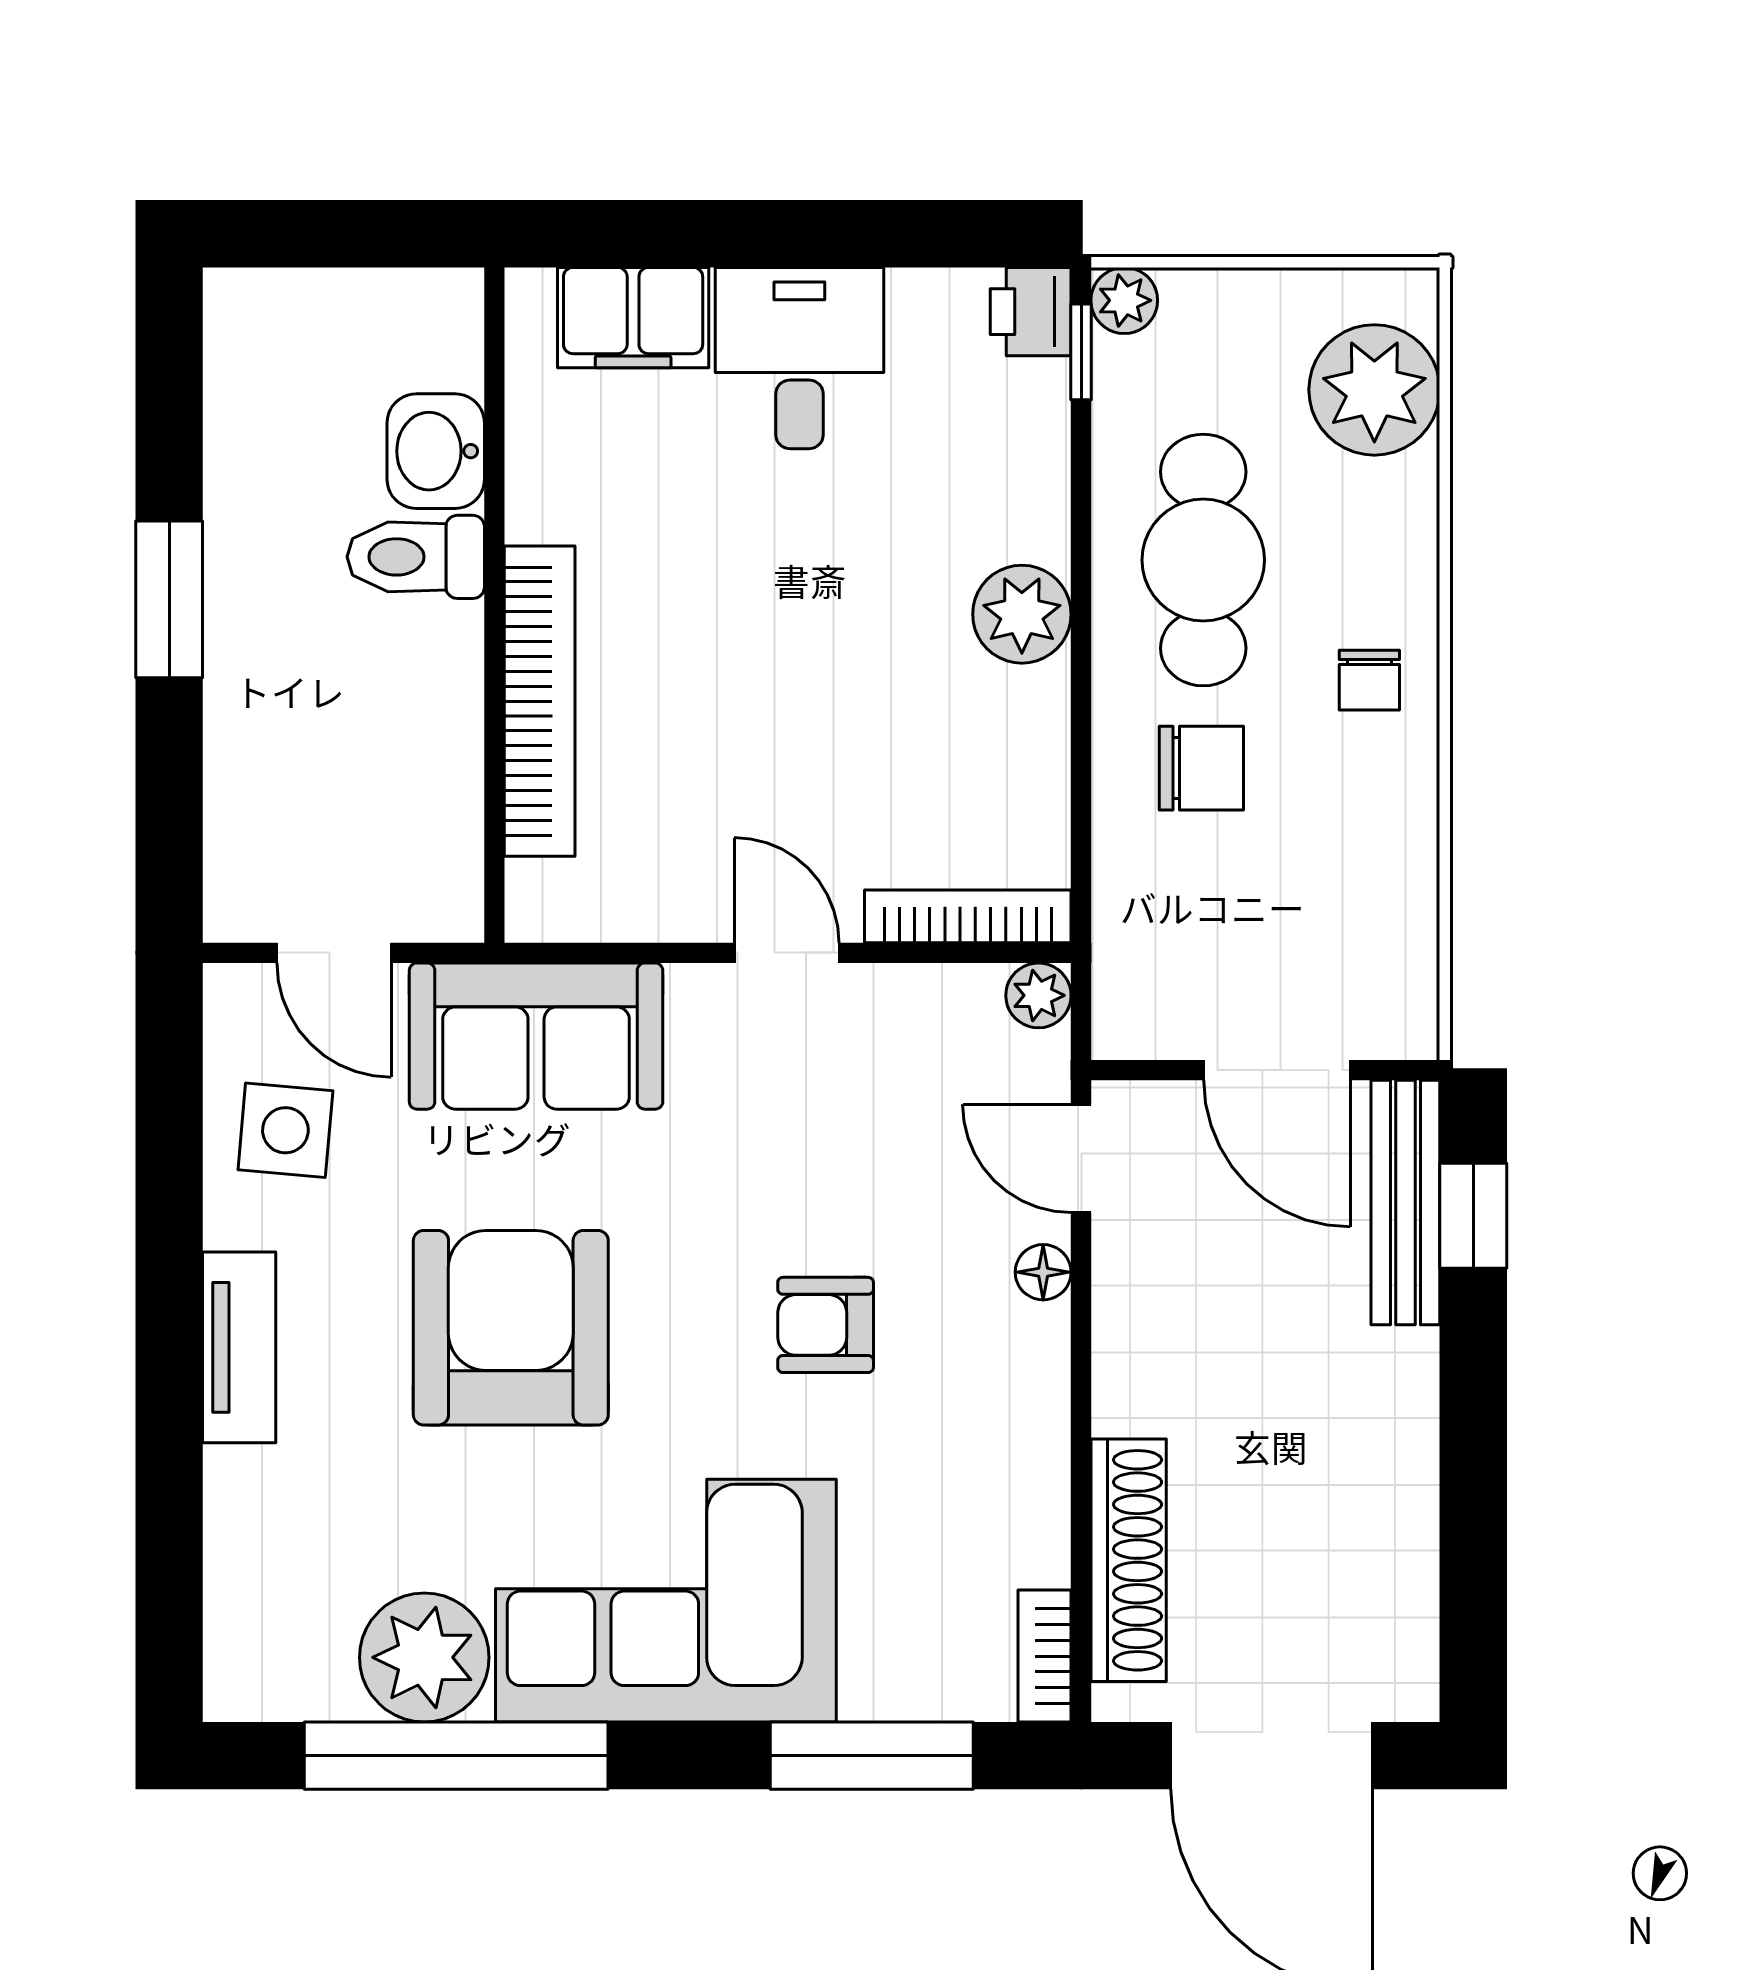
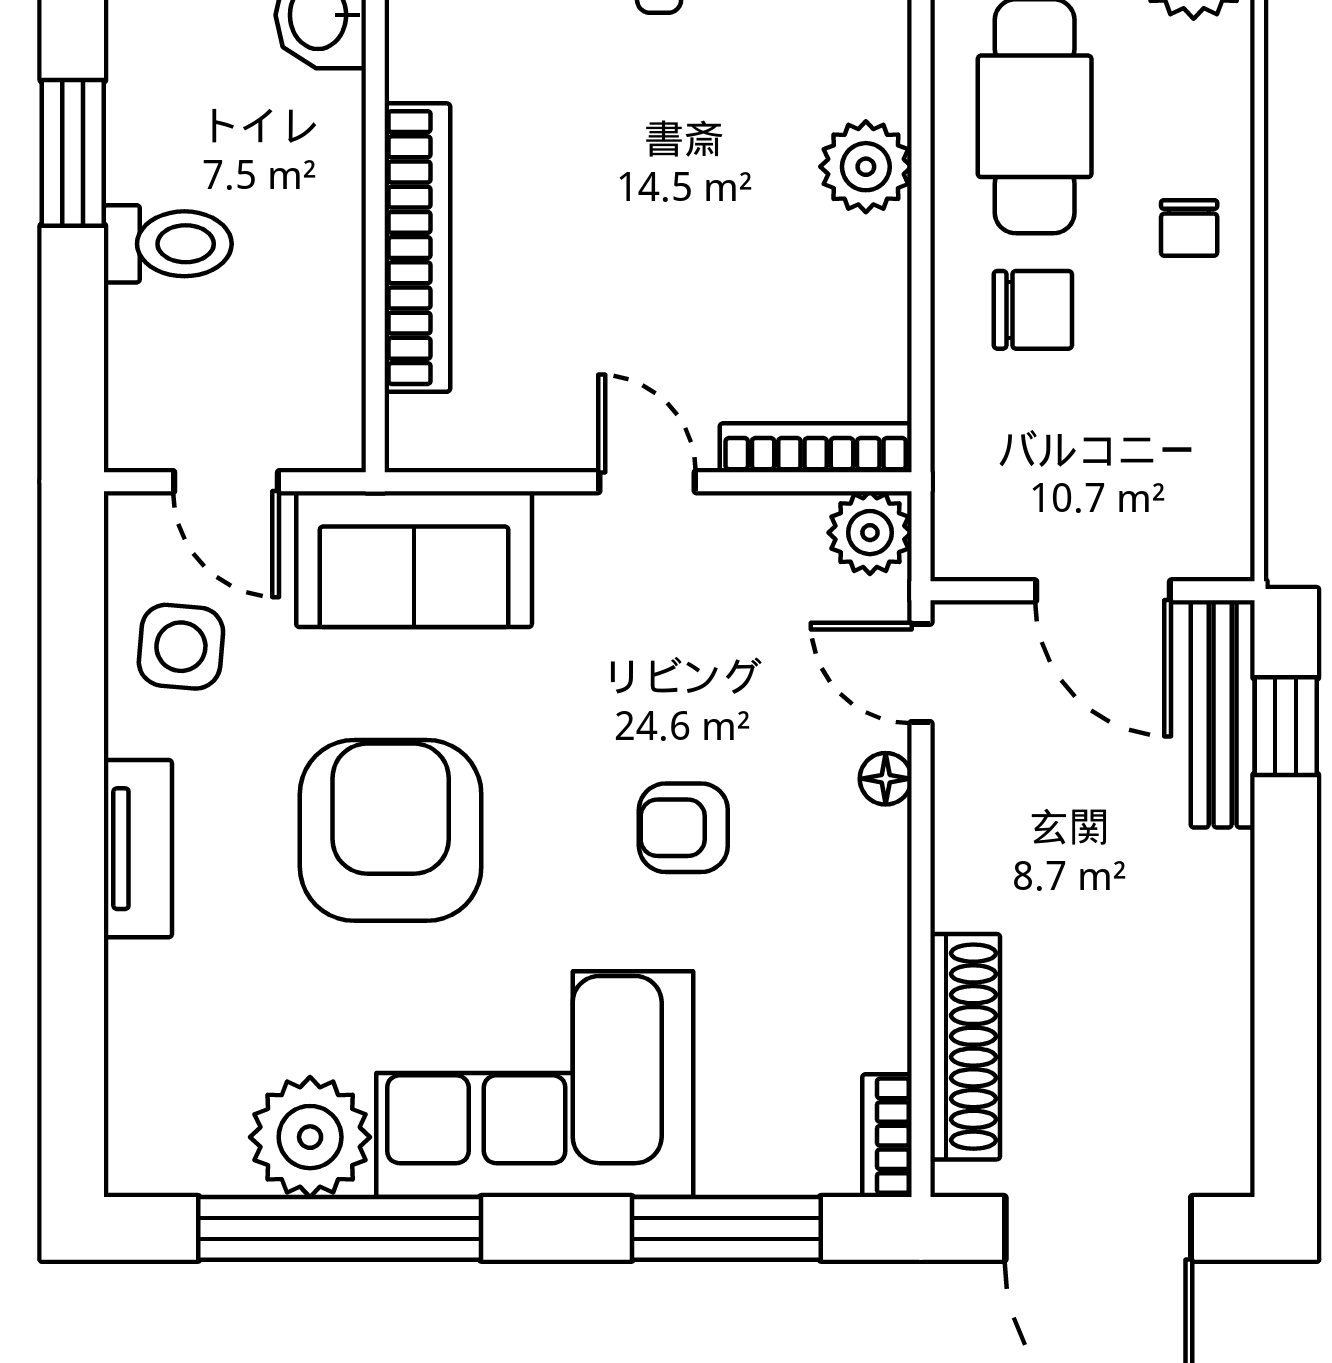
toilet: (416, 557) -> (168, 244), moved, turned 180
plant: (1038, 995) -> (870, 533), width x1.38, depth x1.38

